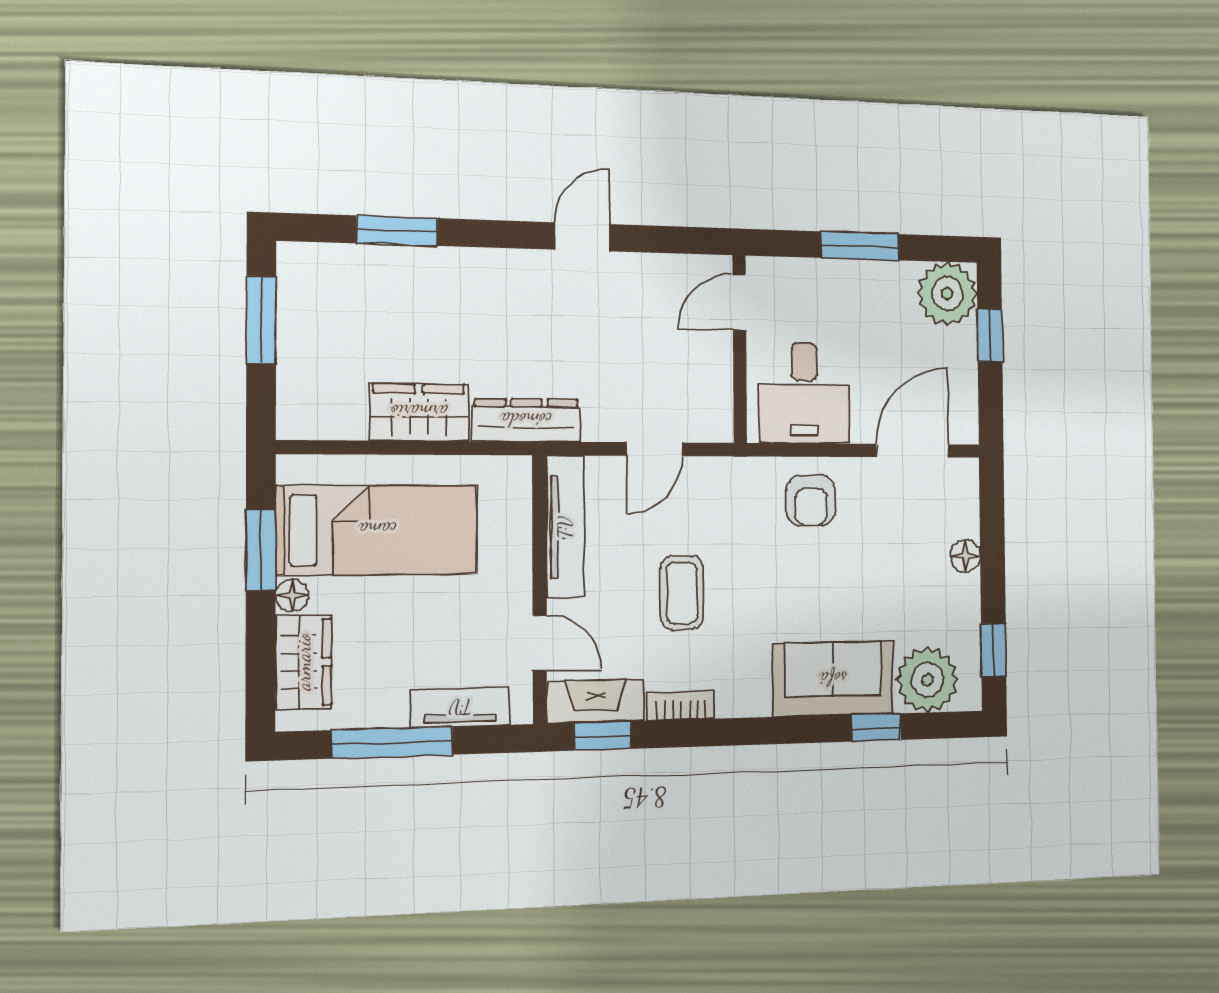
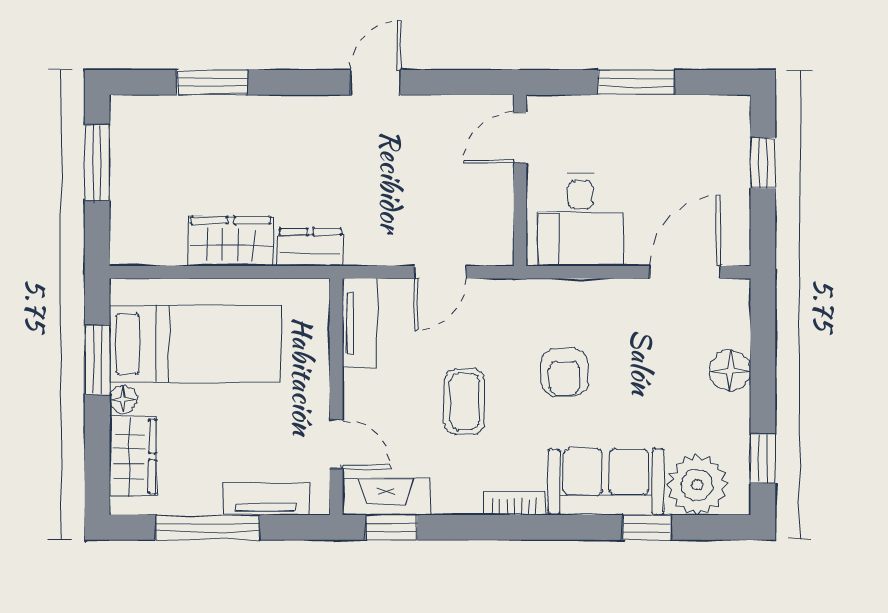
plant: (947, 293) -> (721, 124), removed
dresser: (526, 420) -> (310, 247), width x0.70
armchair: (811, 500) -> (564, 373), moved
tv unit: (565, 527) -> (359, 323), width x0.71
floor lamp: (965, 556) -> (730, 370), width x1.37, depth x1.37
bookcase: (681, 706) -> (514, 503), moved

